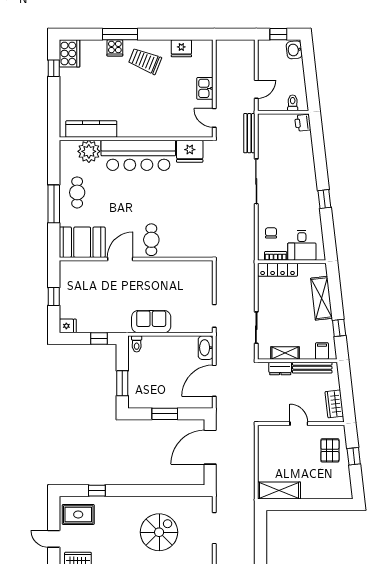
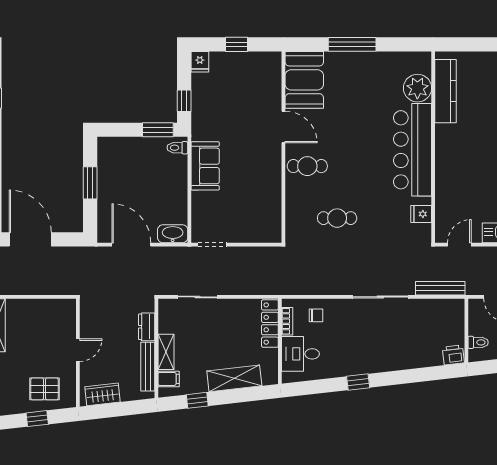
fridge: (190, 151) -> (421, 214), width x0.53, depth x0.75
cafe table: (77, 192) -> (337, 218), moved
shelving: (285, 353) -> (166, 352), moved
window: (122, 383) -> (158, 130), moved
door: (210, 447) -> (30, 239), moved

